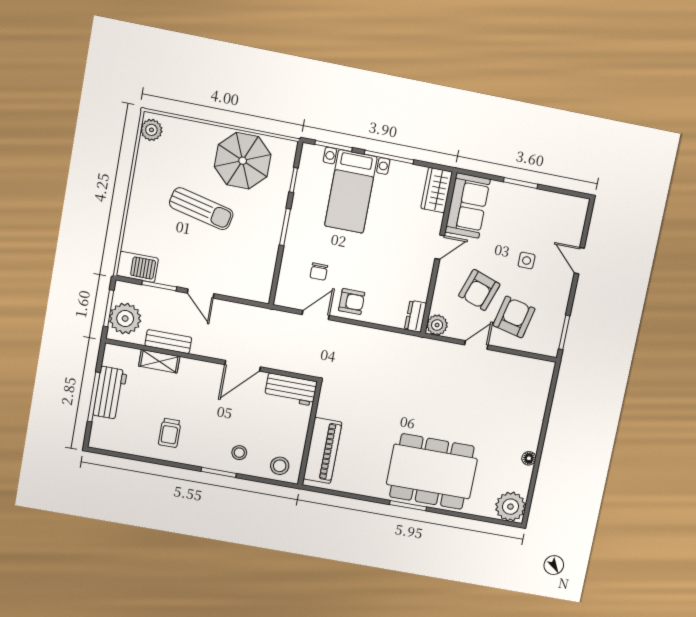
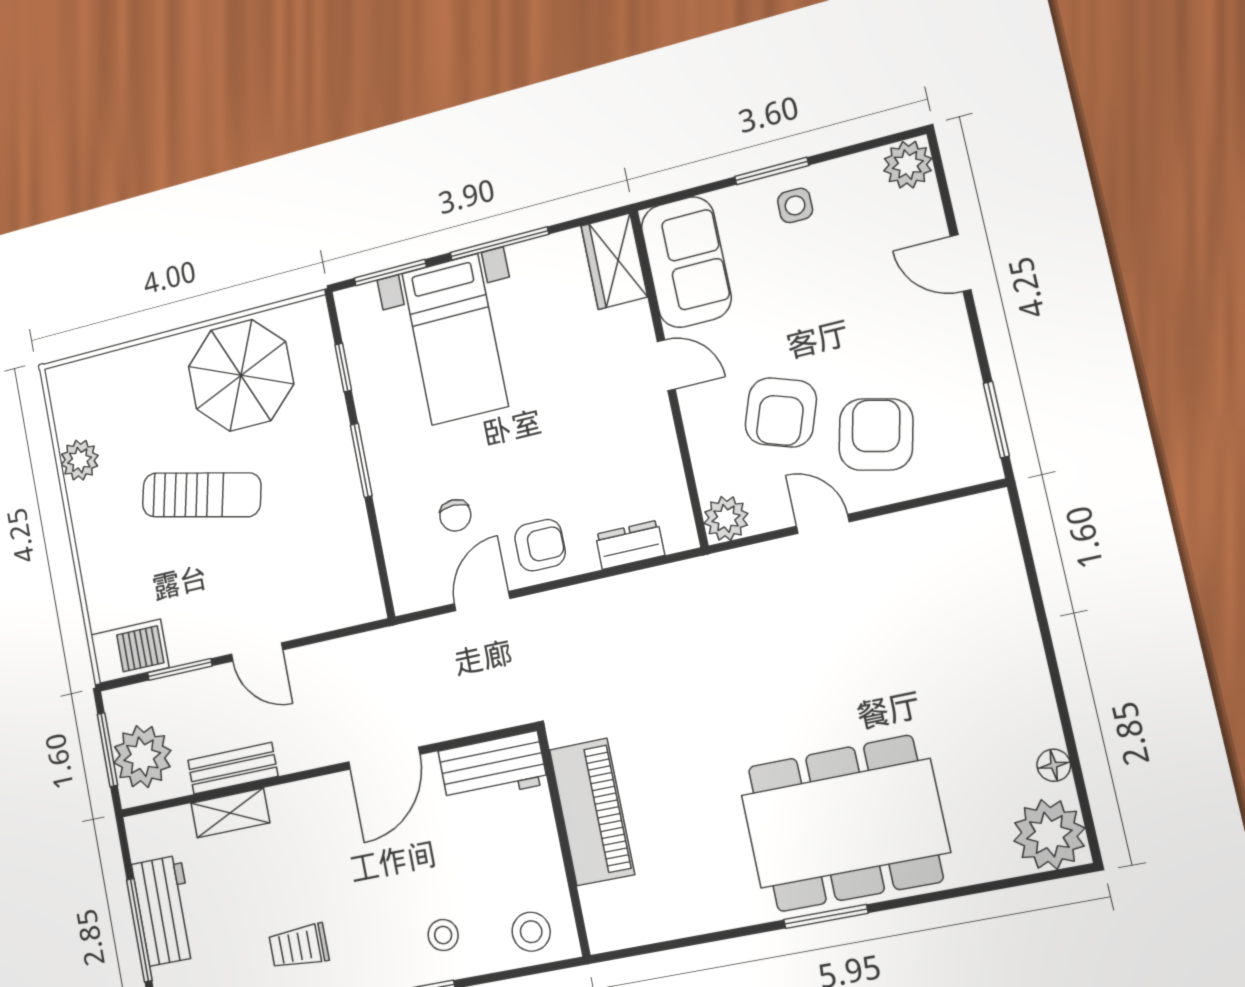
plant: (151, 130) -> (80, 460), moved
plant: (577, 208) -> (908, 165), added
door: (440, 247) -> (666, 365), hinge flipped
side table: (527, 261) -> (795, 205), moved
dresser: (416, 316) -> (630, 545), moved, turned 90
door: (476, 345) -> (823, 524), hinge flipped
trolley: (170, 433) -> (299, 946), turned 90
piano: (323, 451) -> (592, 812), moved
floor lamp: (529, 458) -> (1054, 765), moved

